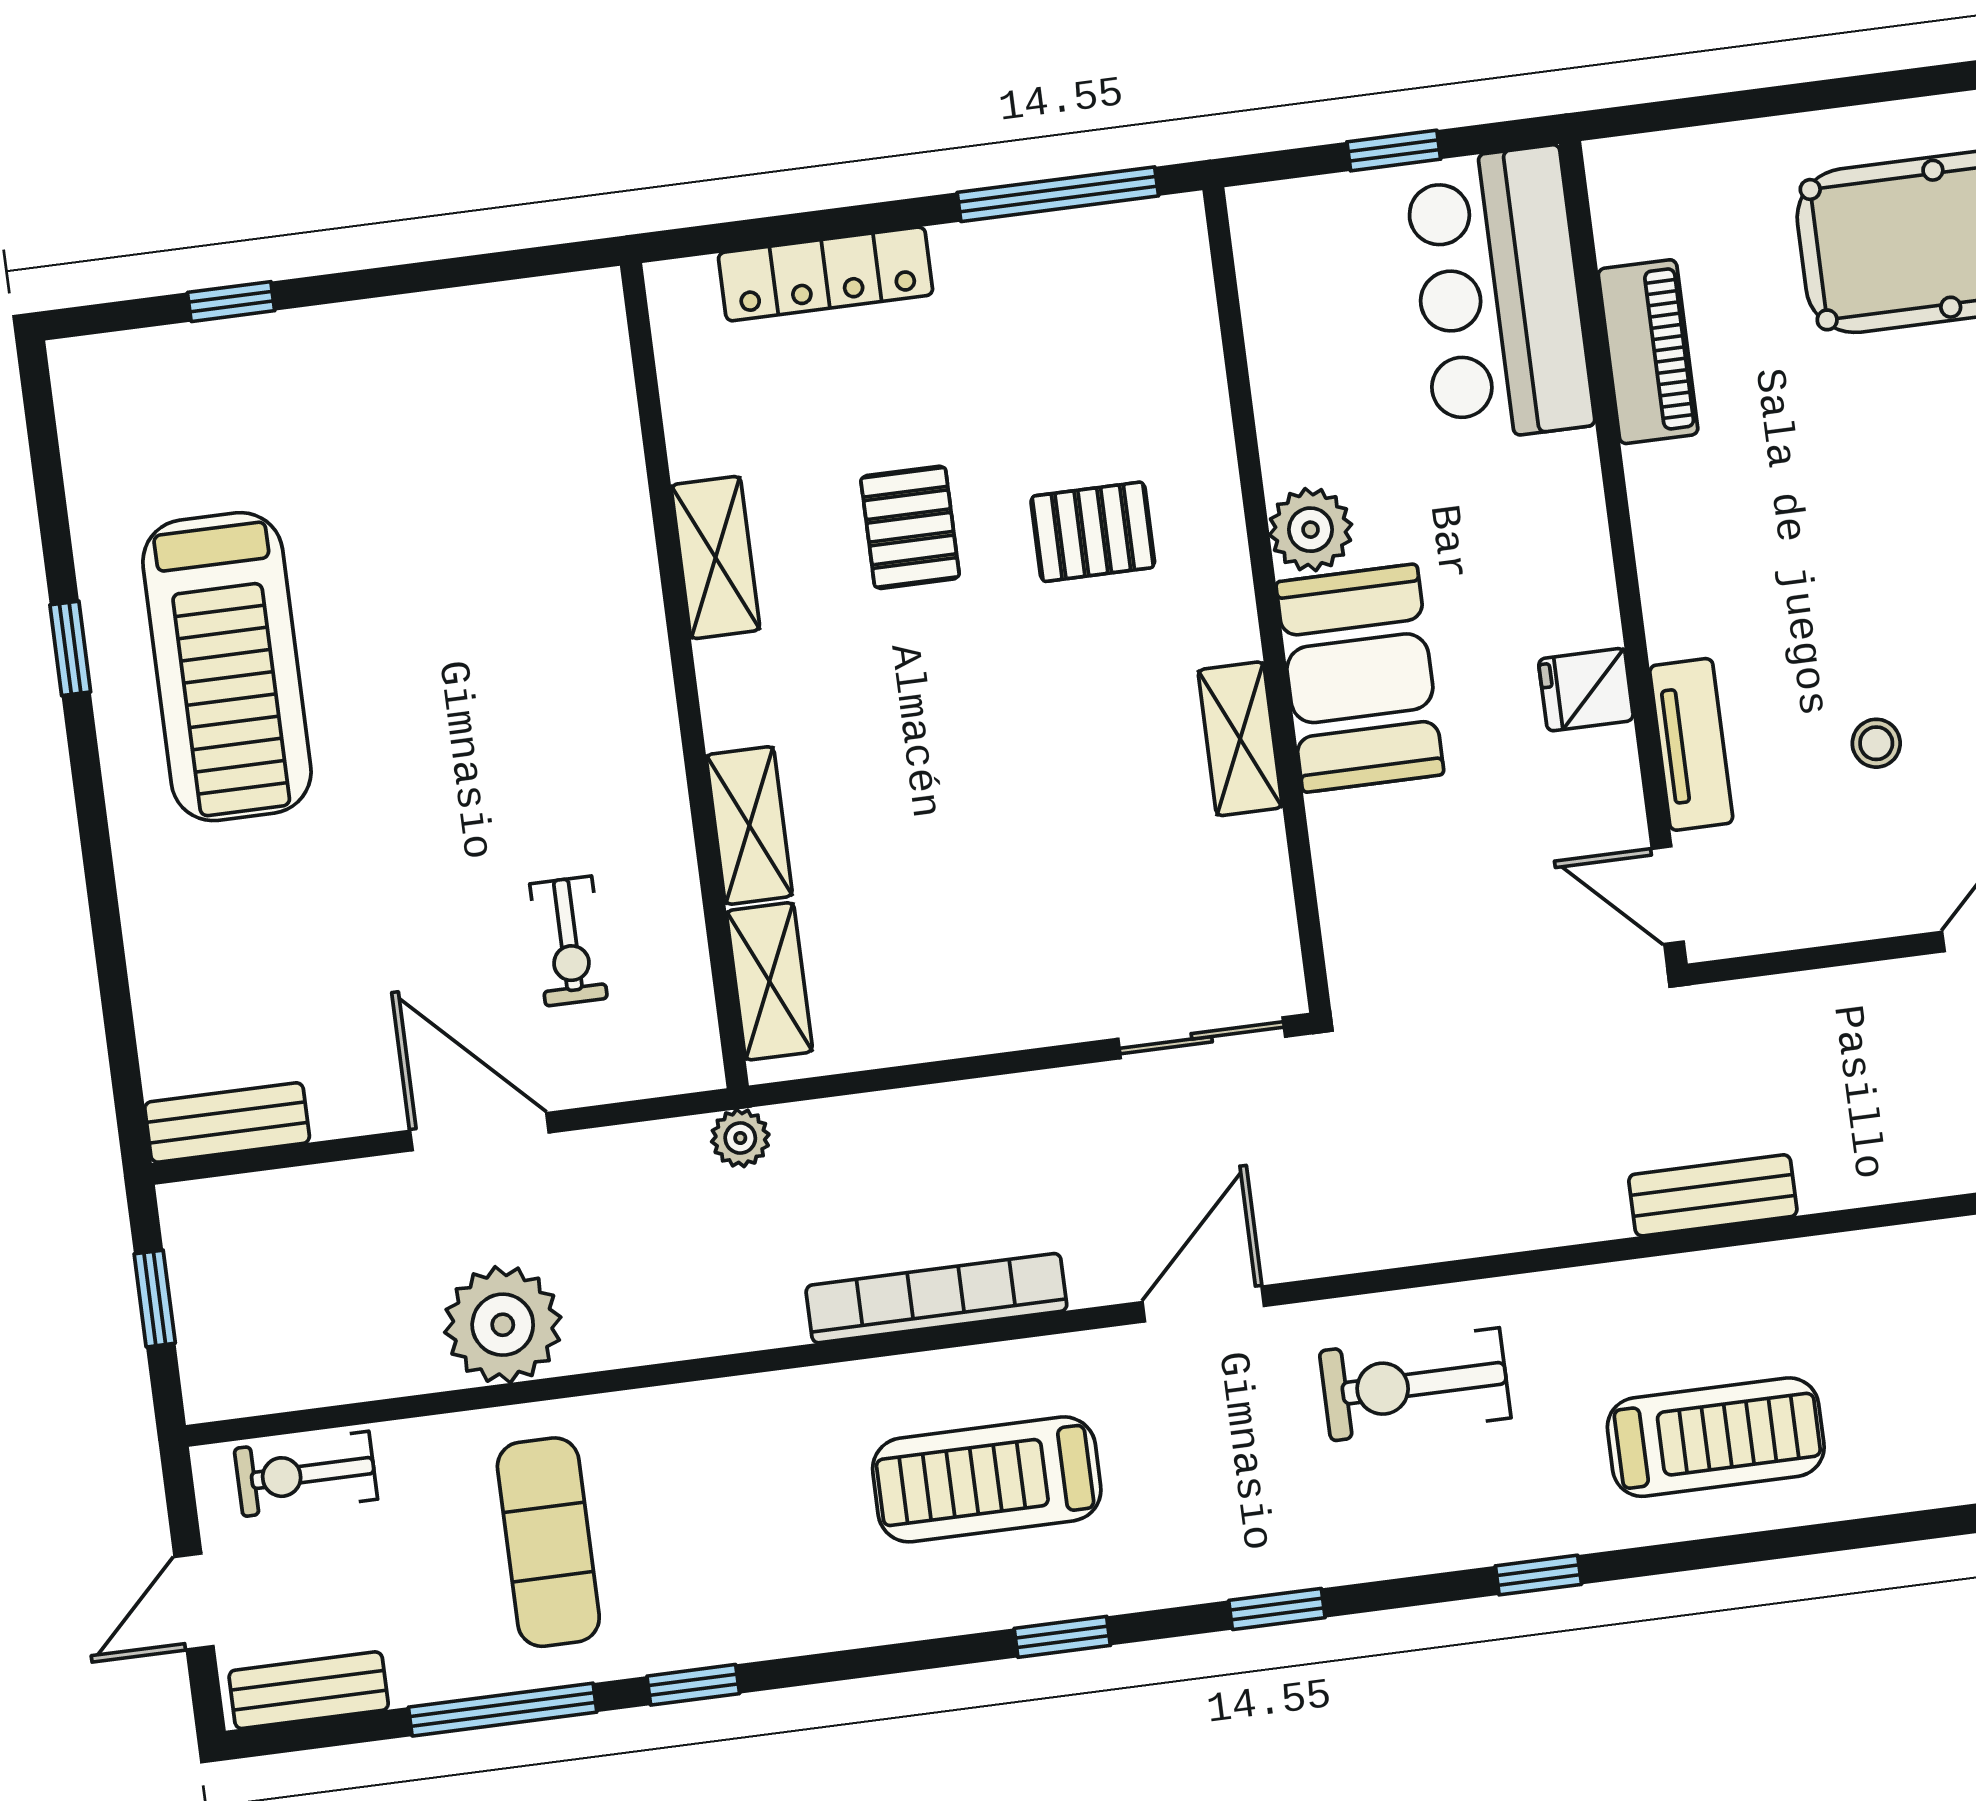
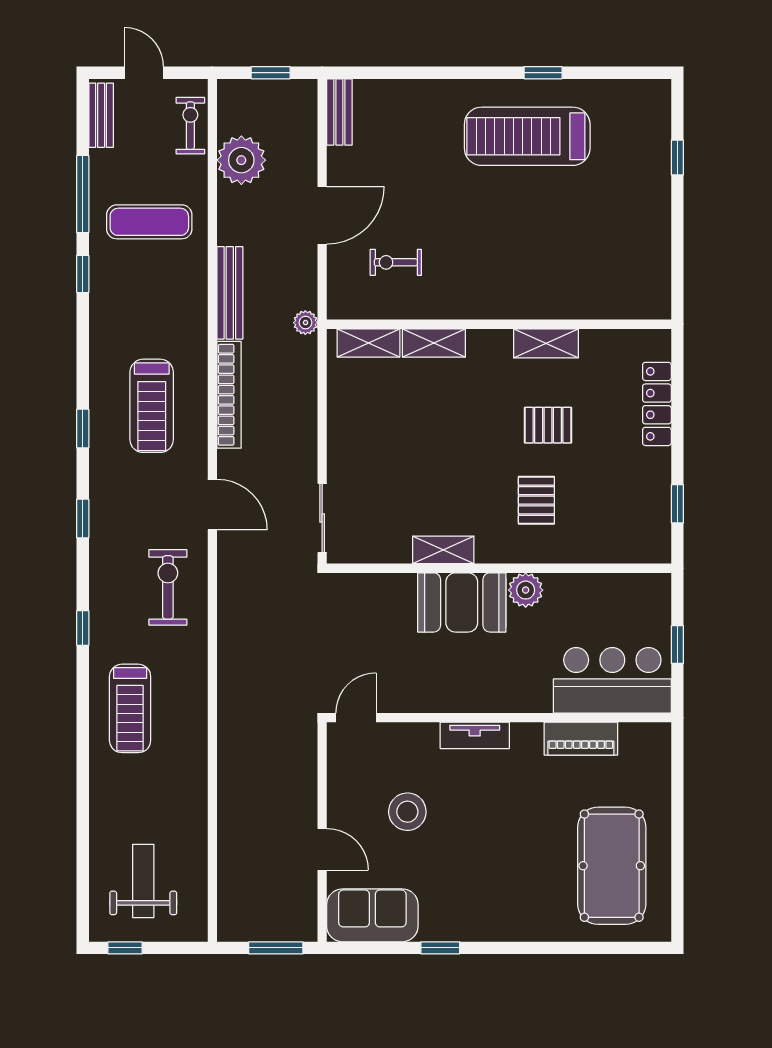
window: (1058, 194) -> (677, 504), width x0.46
fridge: (1586, 690) -> (445, 695), removed
stool: (1876, 743) -> (407, 812), width x1.89, depth x1.89
tv unit: (1691, 744) -> (475, 735), moved
bench: (1713, 1195) -> (230, 293), moved, width x1.36
plant: (503, 1325) -> (241, 160), moved
treadmill: (987, 1479) -> (152, 406), turned 180

